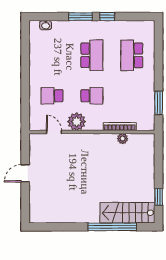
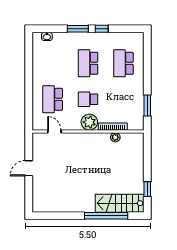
school desk: (92, 55) -> (88, 63), turned 180
school desk: (52, 96) -> (53, 99), width x1.85
school desk: (92, 96) -> (88, 99), turned 180
plant: (77, 122) -> (89, 122), moved

